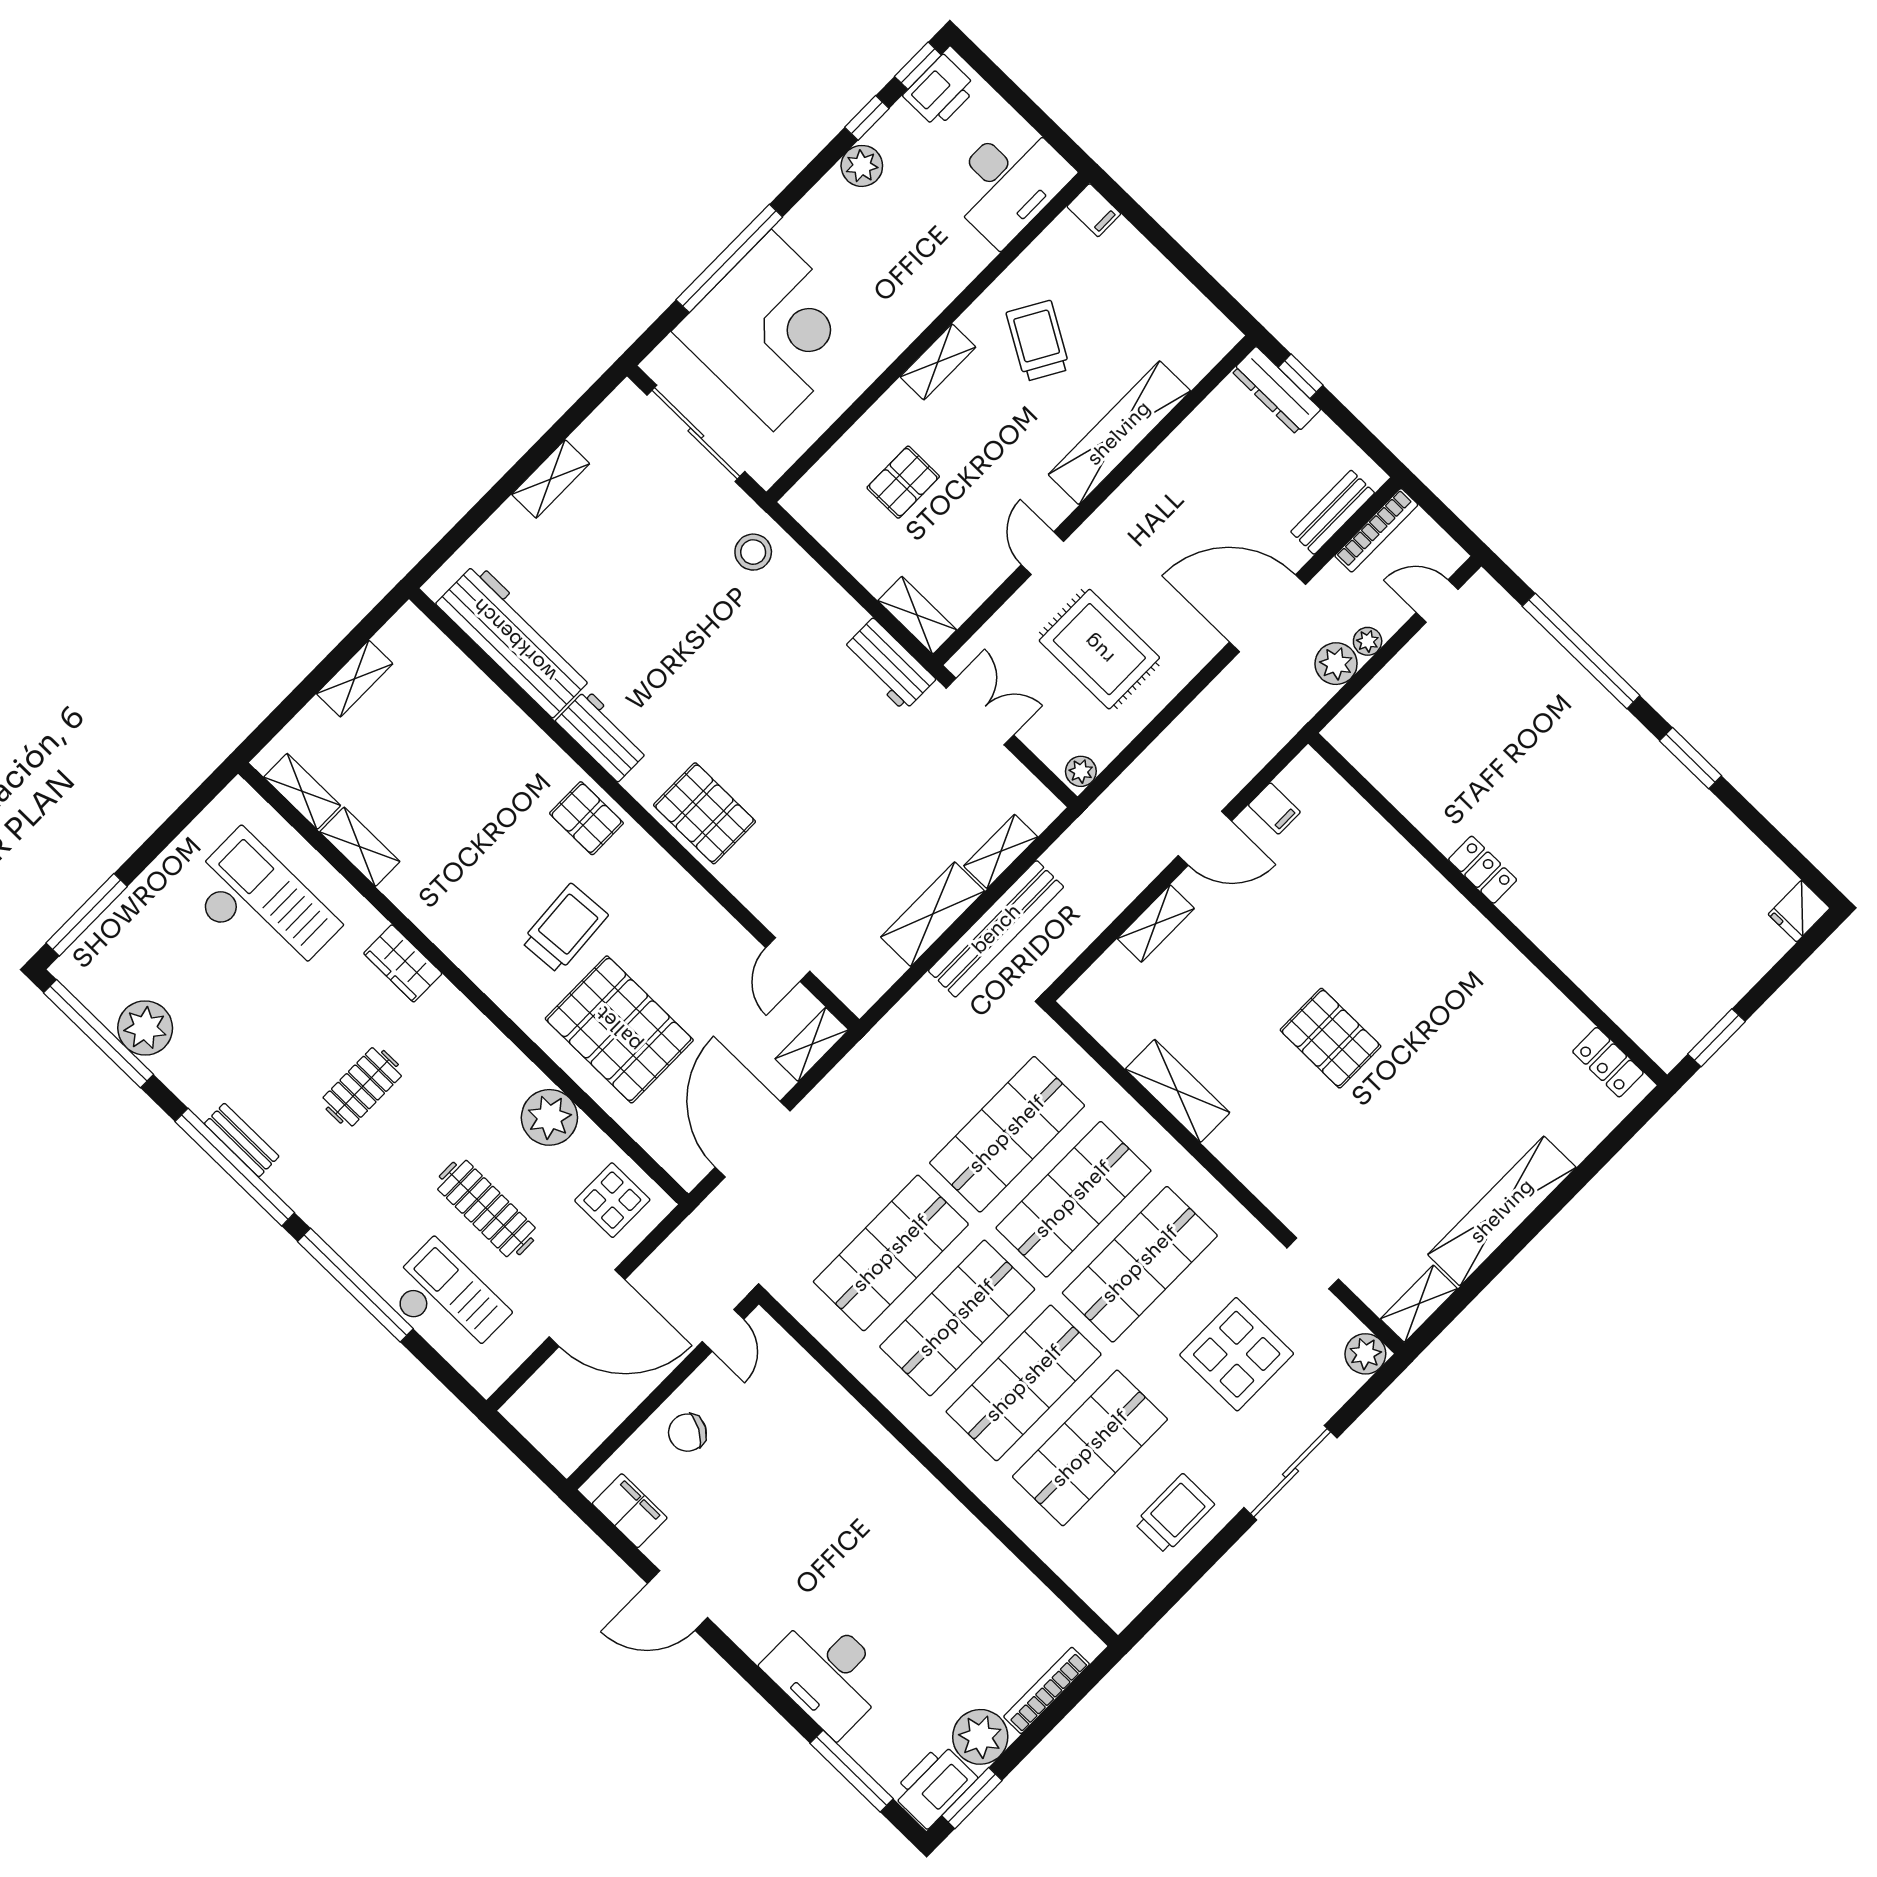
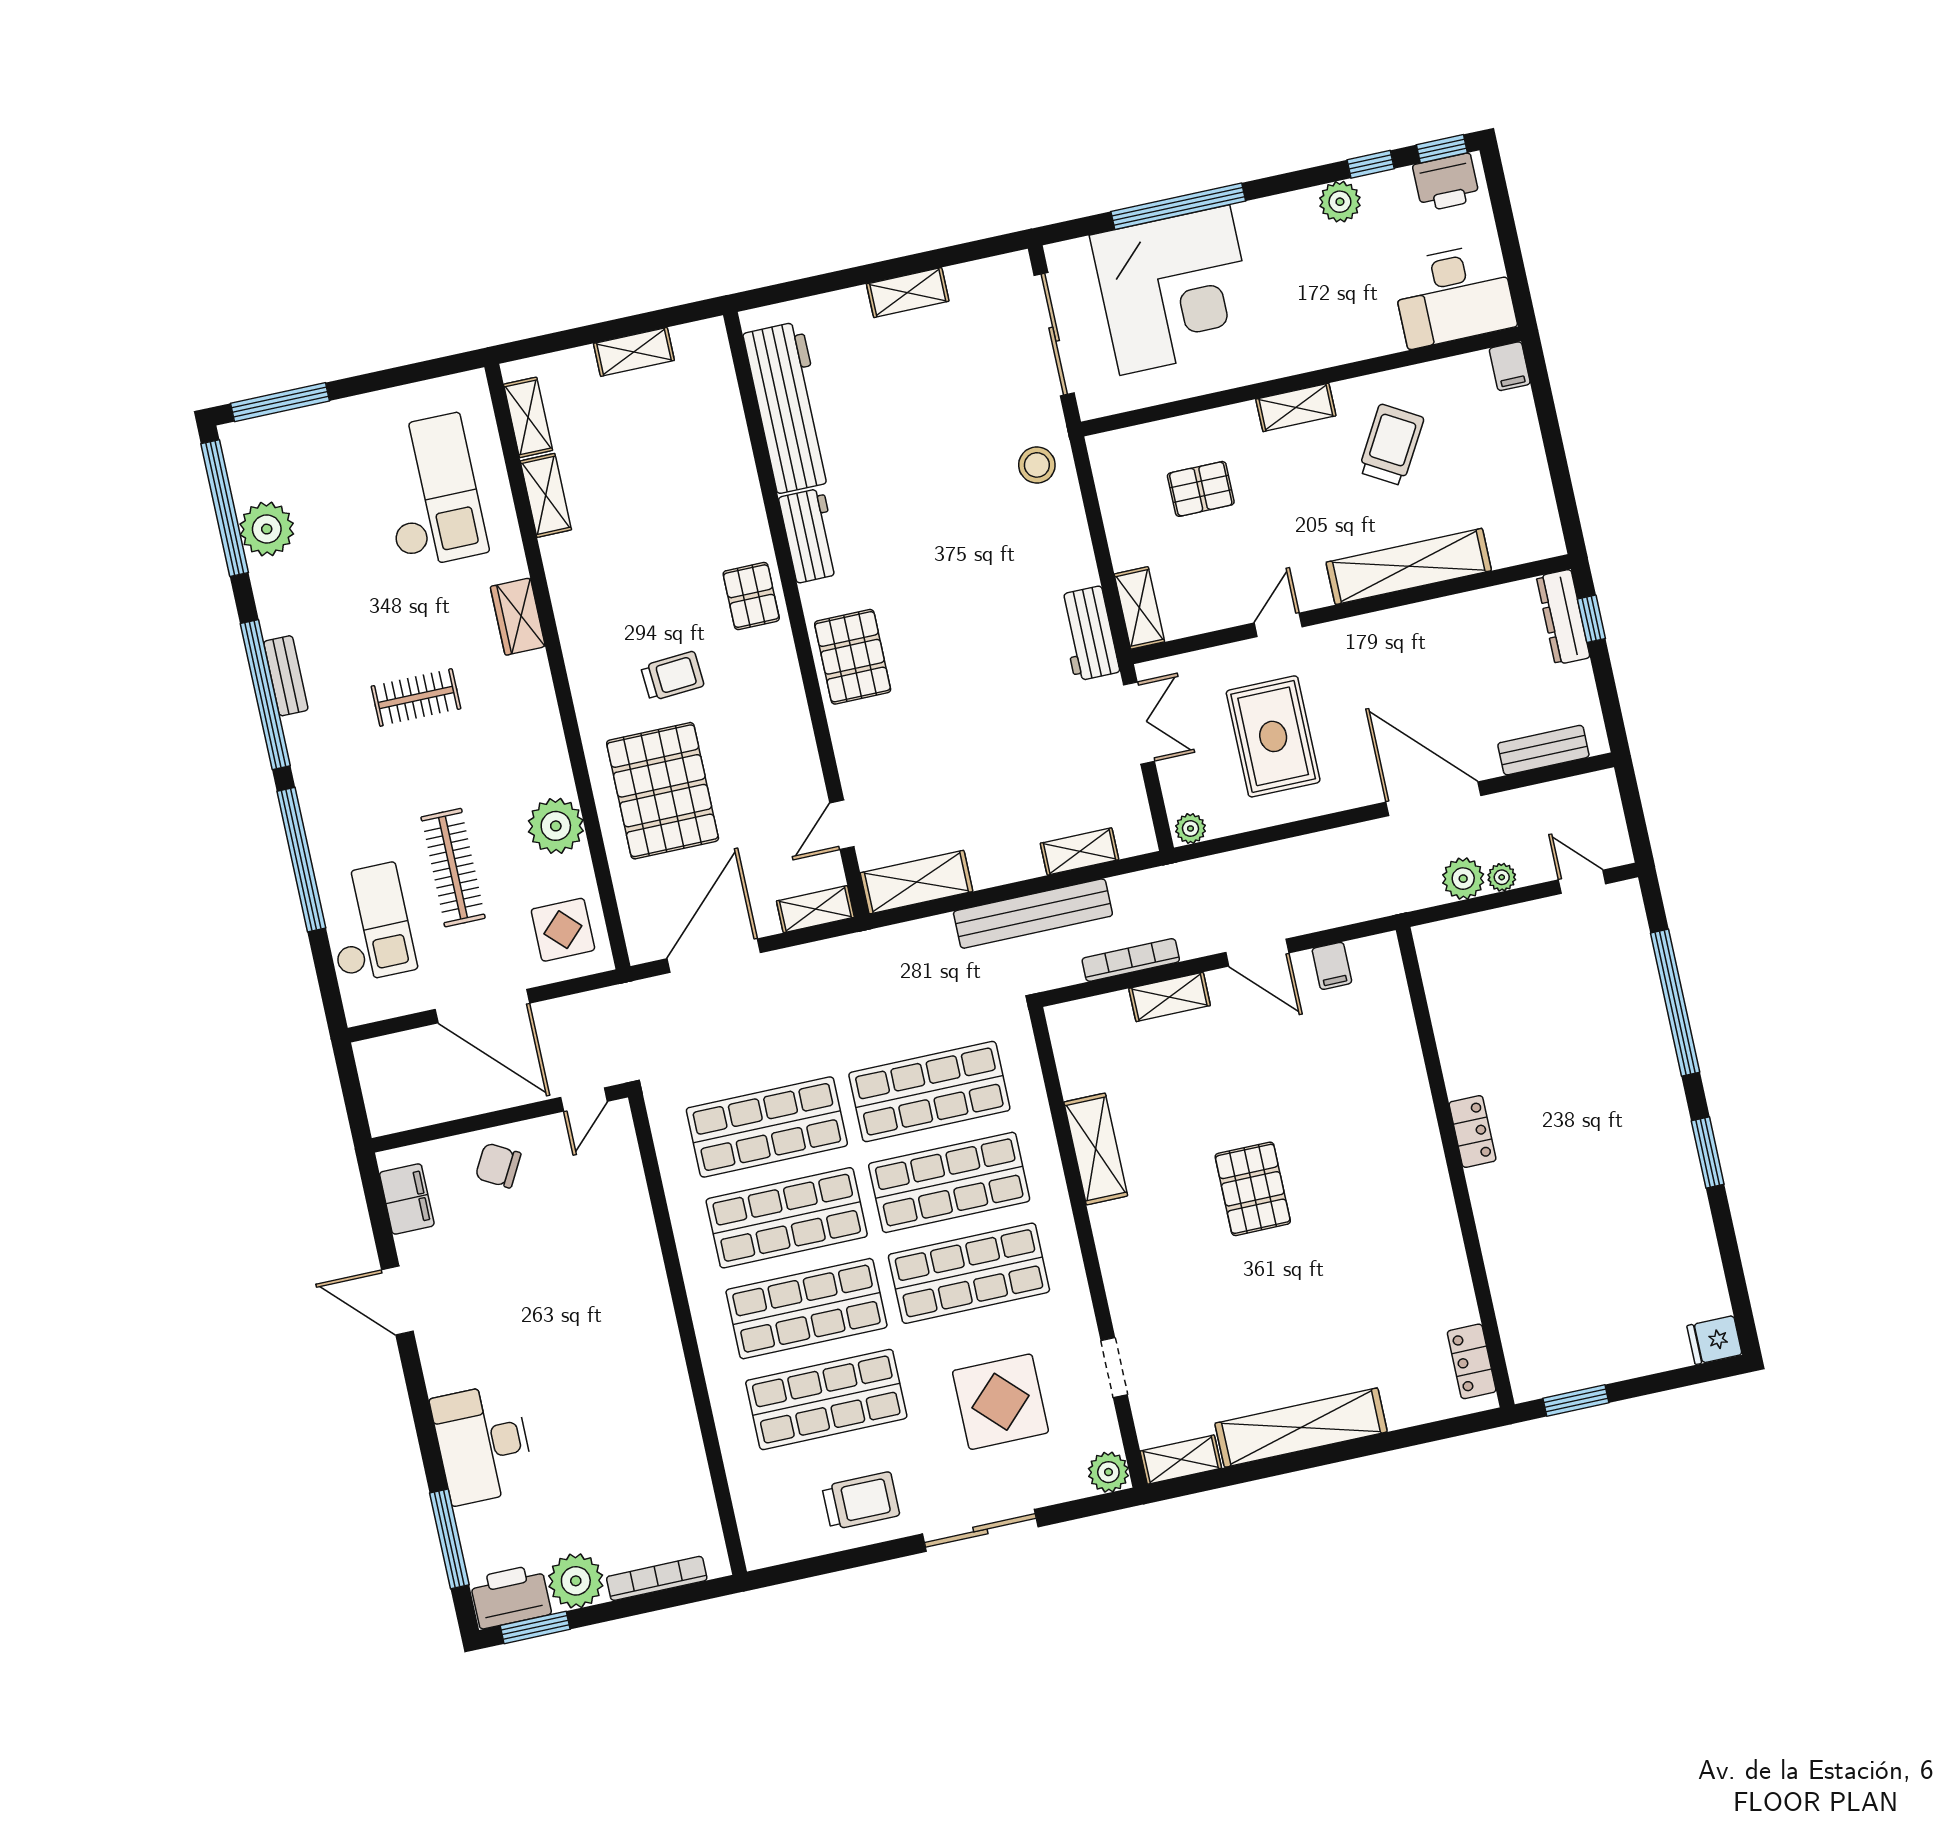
bookcase: (1376, 530) -> (1131, 960), moved, turned 180
shelving: (933, 914) -> (916, 882), moved
trolley: (565, 928) -> (672, 676), width x0.73, depth x0.72

